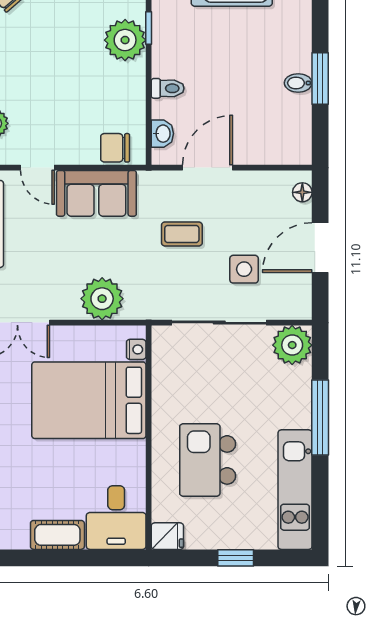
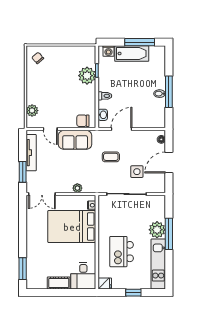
window: (320, 78) -> (169, 92), width x1.44
plant: (102, 299) -> (77, 188), width x0.53, depth x0.53
plant: (292, 345) -> (157, 230), moved

